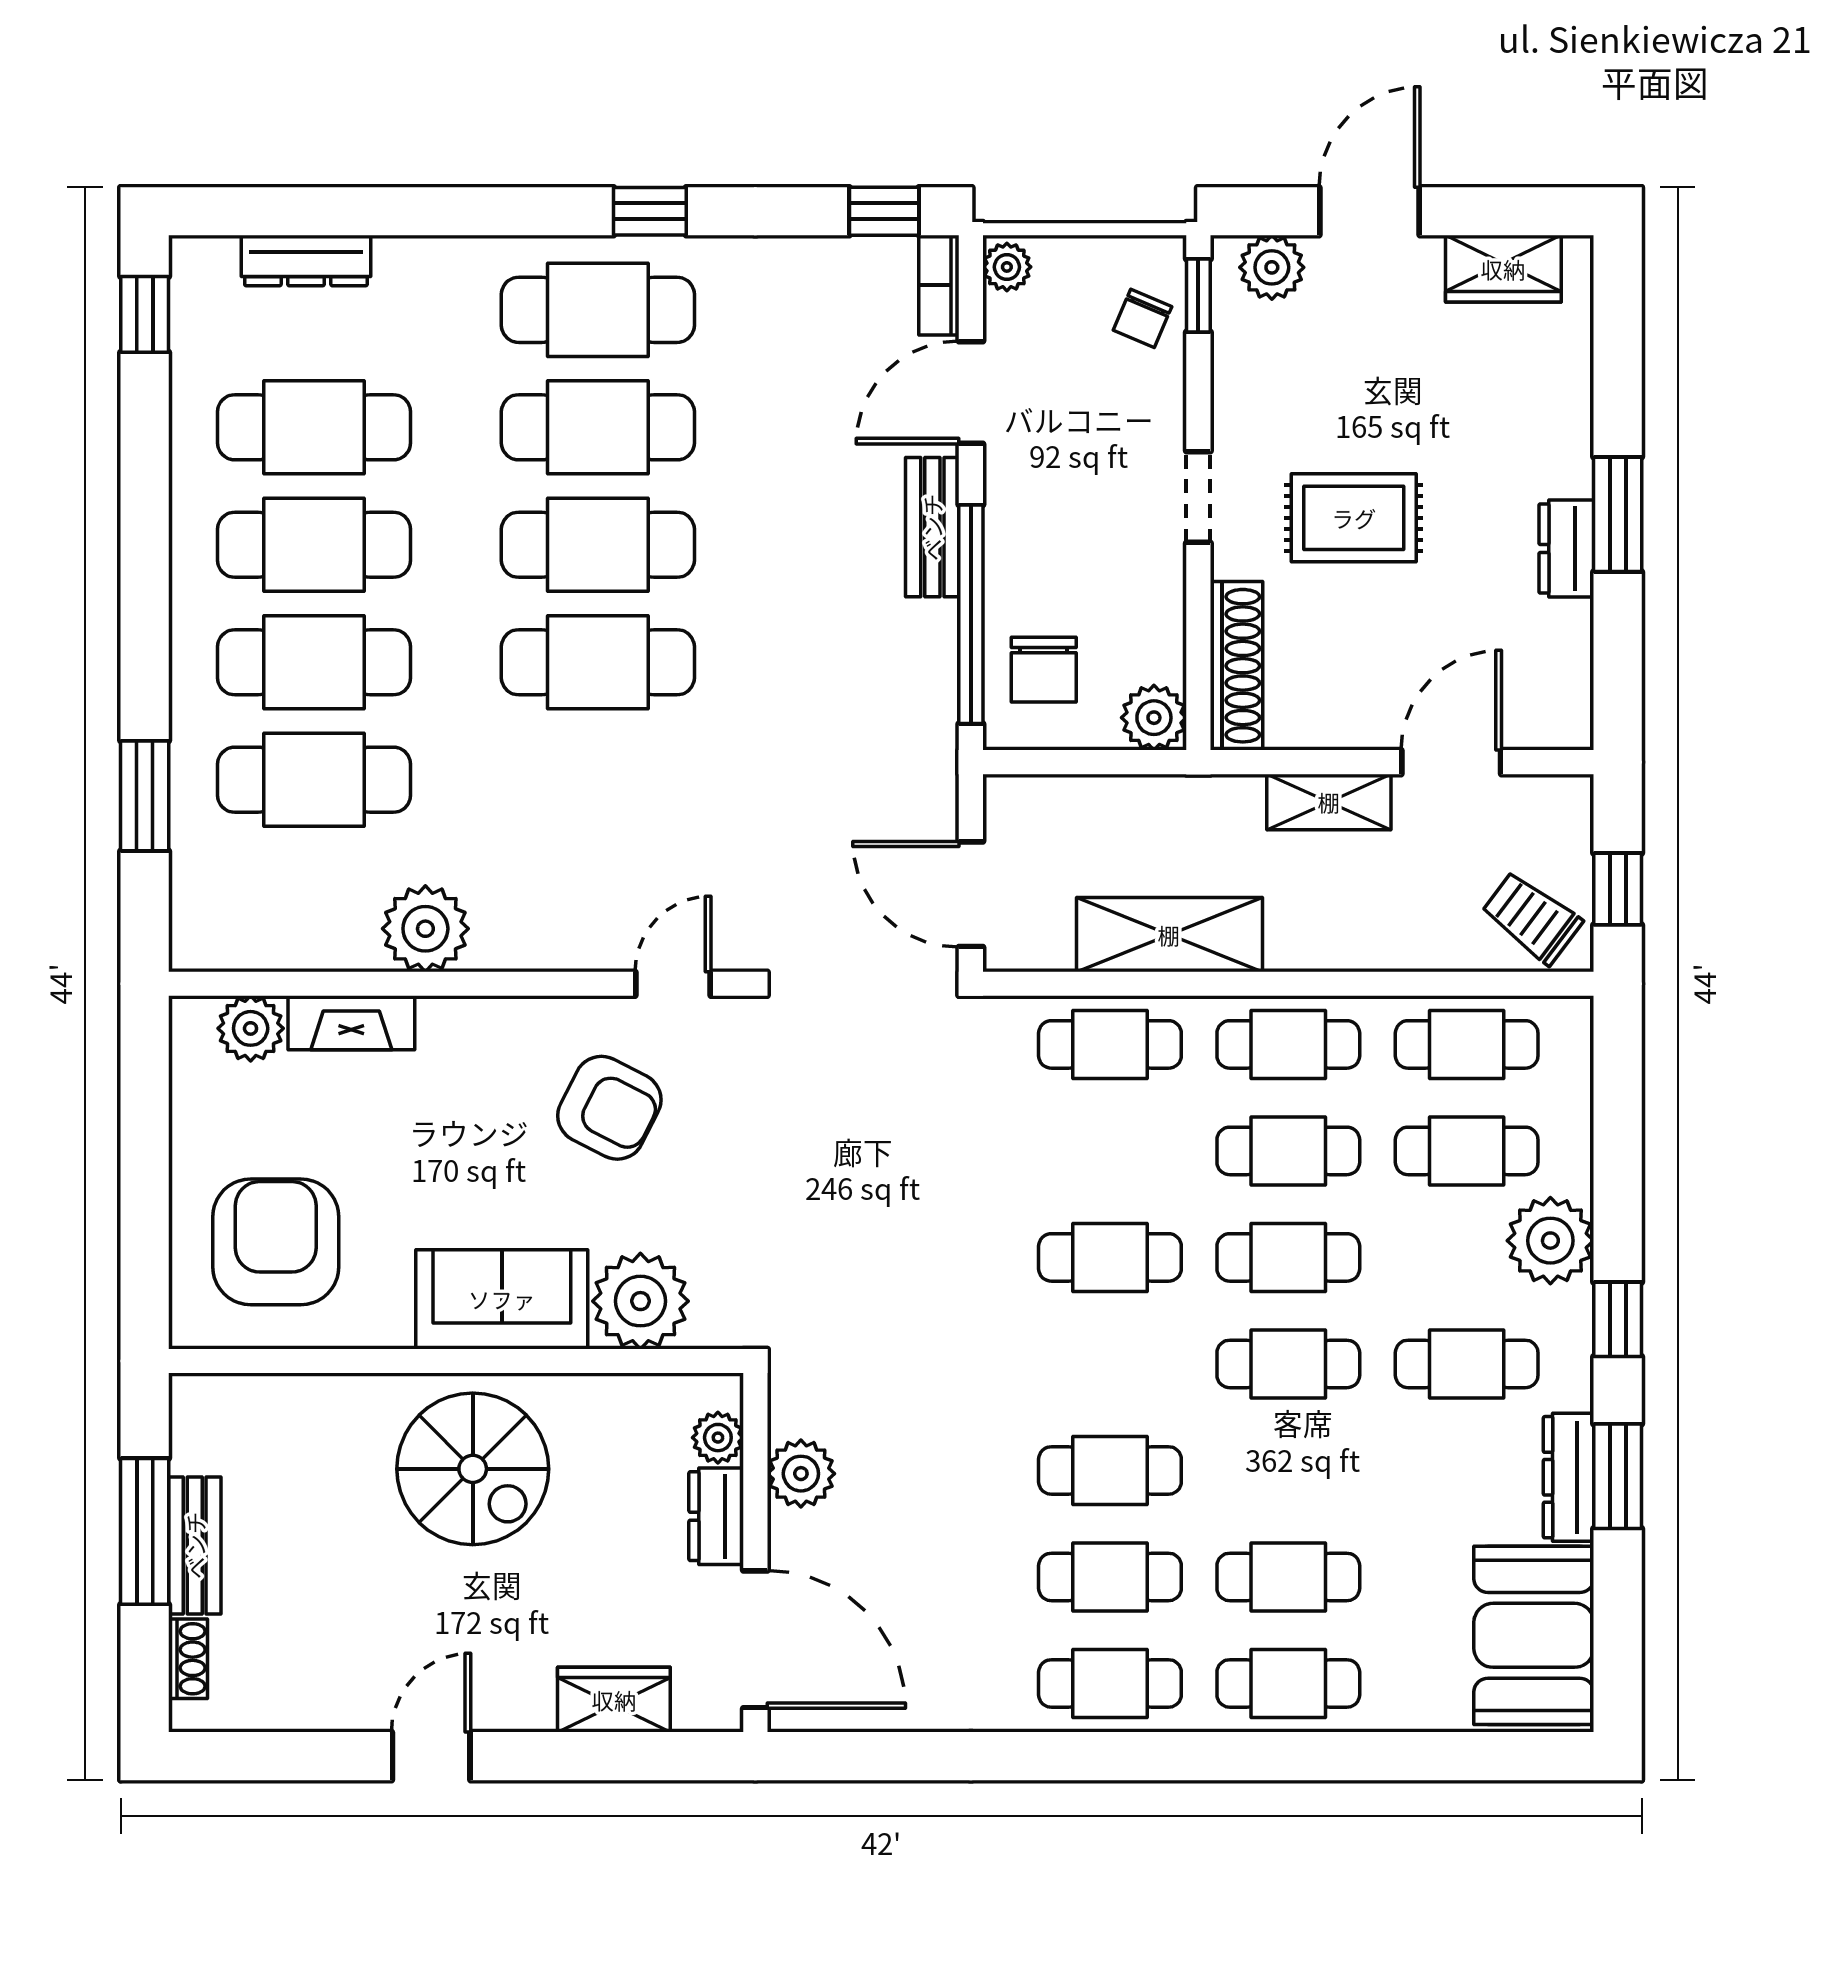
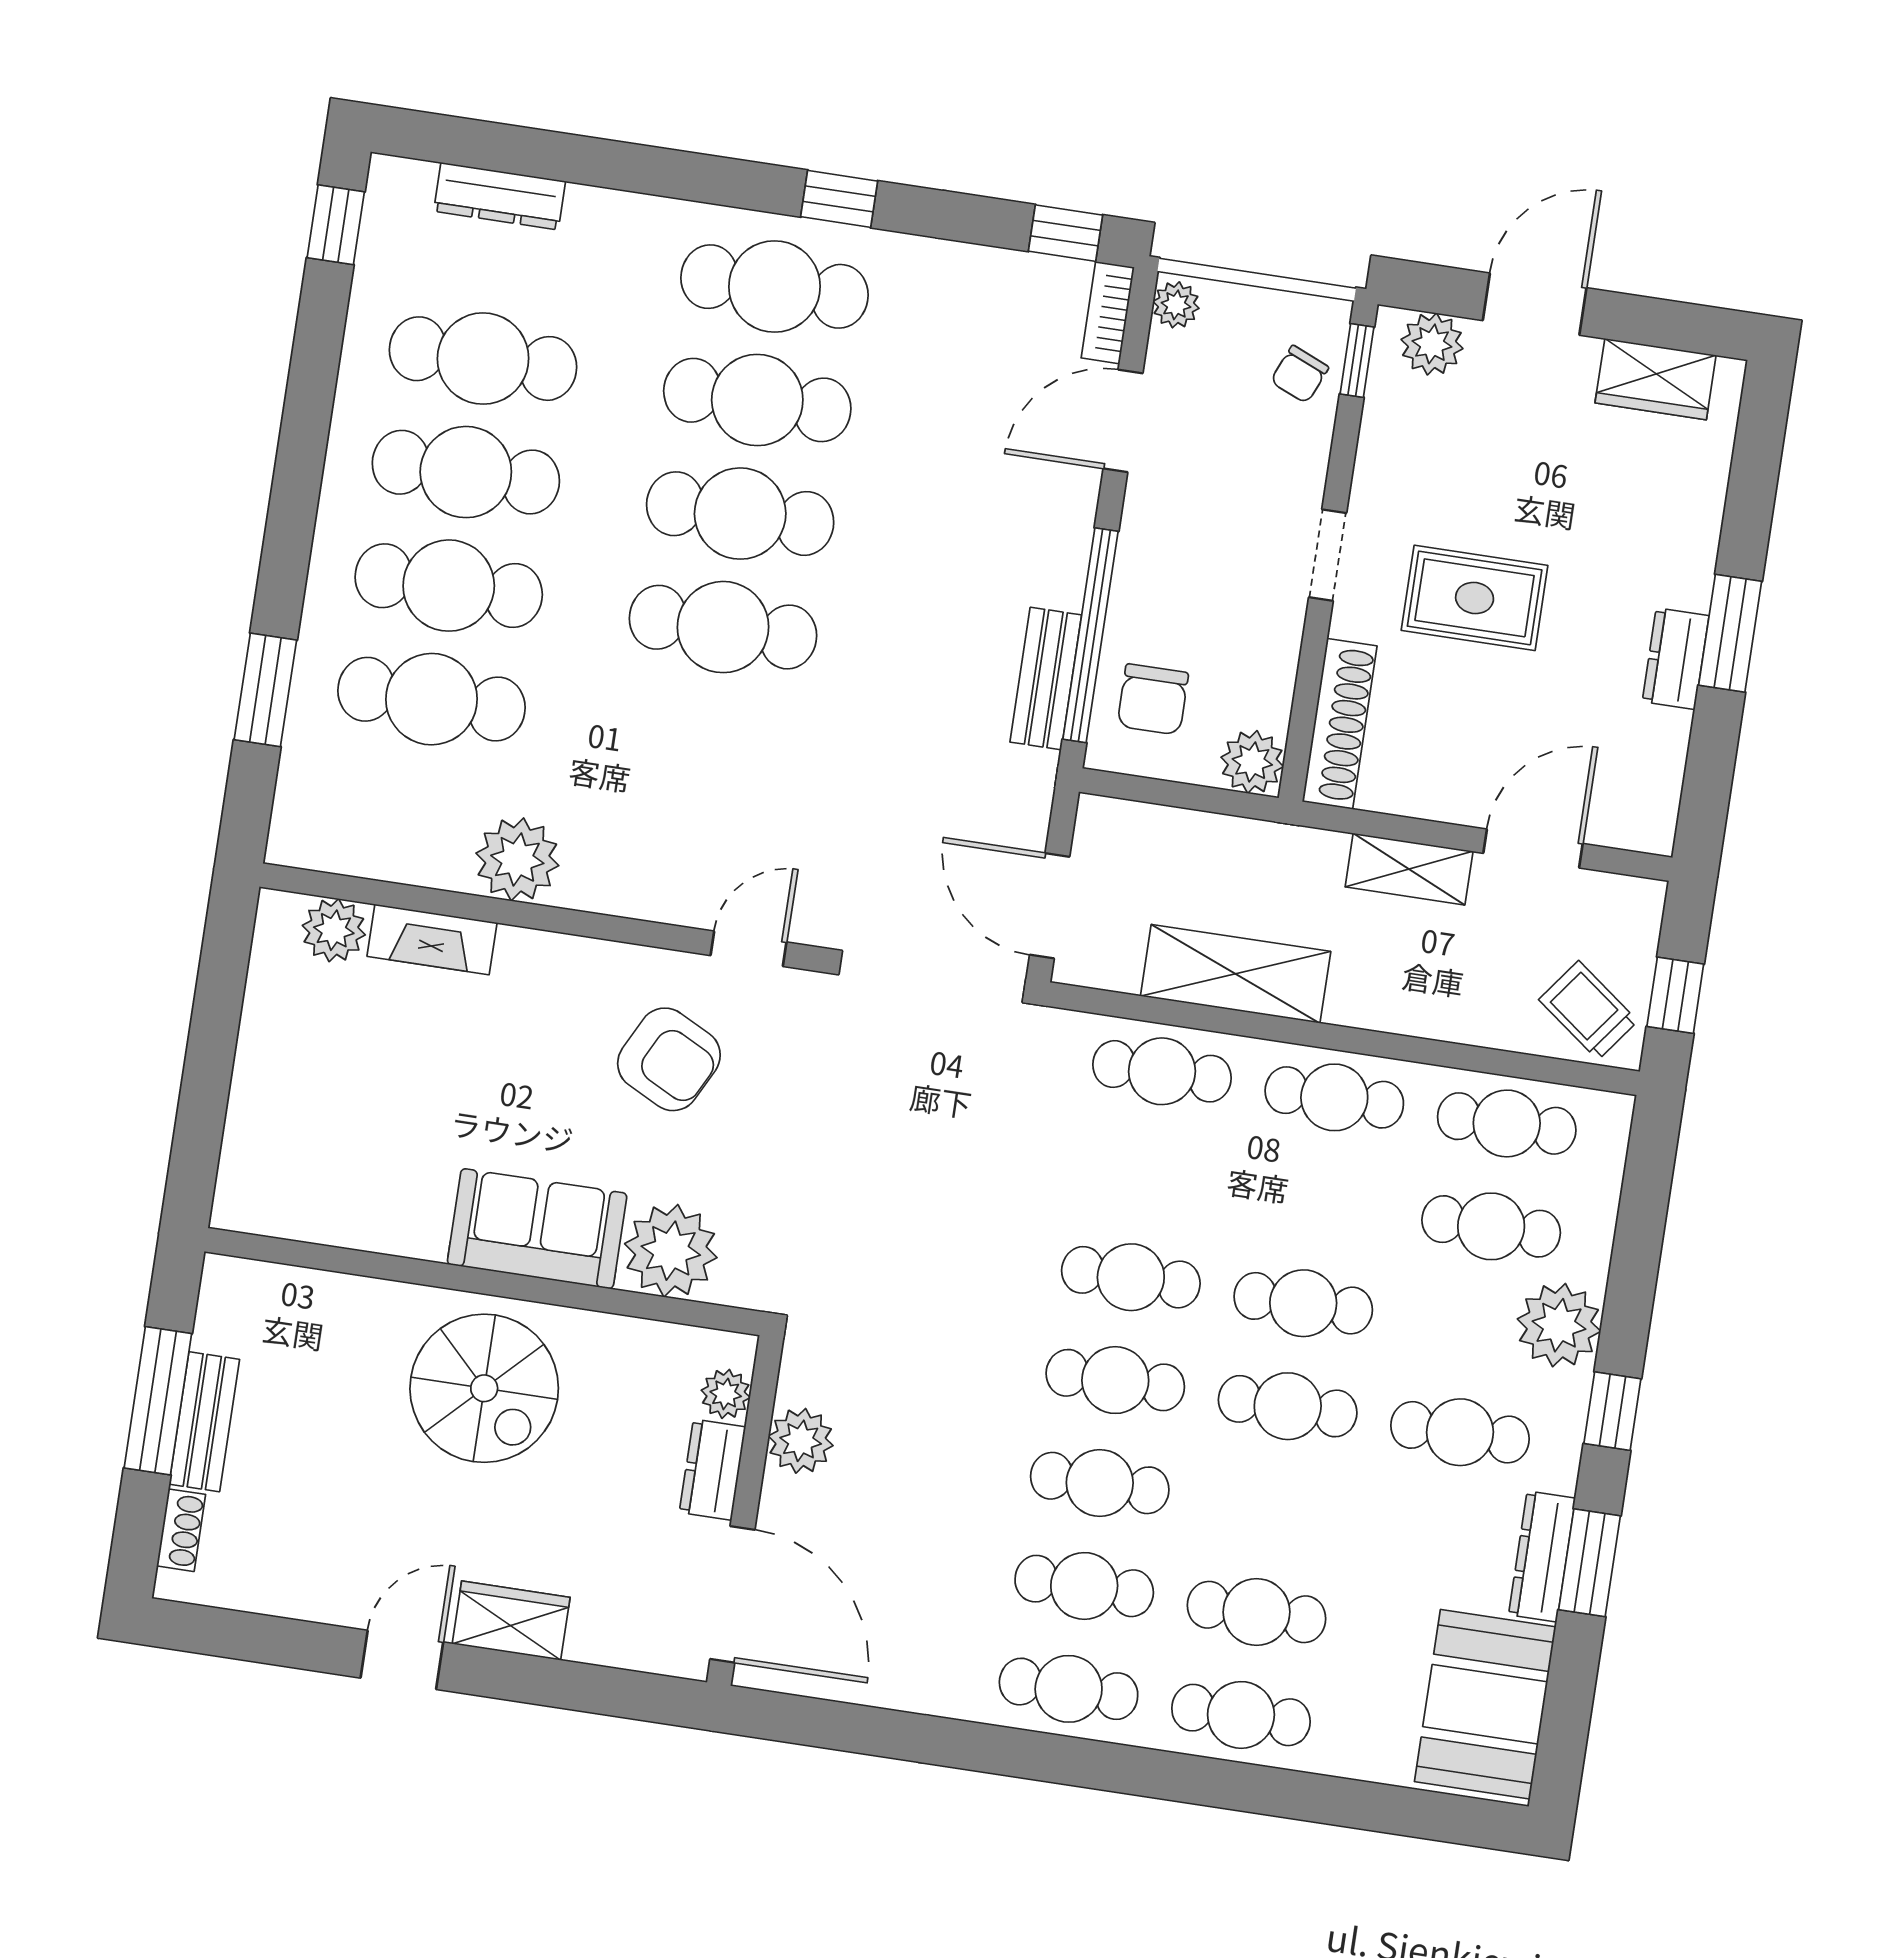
bench: (932, 527) -> (1046, 678), moved
cafe table: (1288, 1151) -> (1115, 1380), moved
armchair: (276, 1242) -> (327, 1140), removed
wardrobe: (614, 1700) -> (511, 1621), moved

